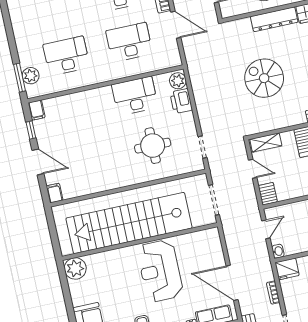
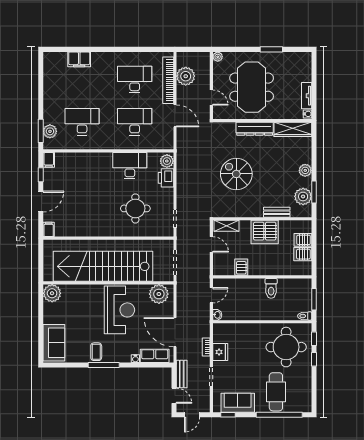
door: (38, 162) -> (41, 202), hinge flipped
server rack: (268, 194) -> (241, 267), moved
plant: (203, 242) -> (159, 294), added
fridge: (287, 269) -> (220, 352), moved, turned -90
reception desk: (160, 271) -> (119, 310), turned 180

